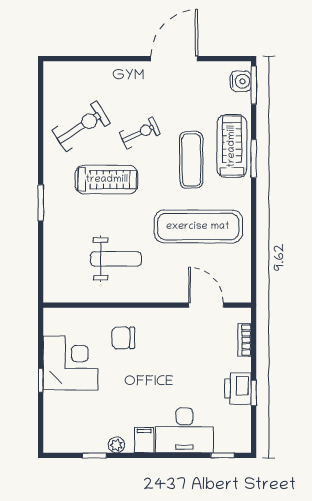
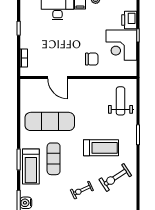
exercise bike: (140, 133) -> (82, 190), moved
treadmill: (107, 180) -> (101, 148), turned 180
weight bench: (116, 259) -> (121, 101), moved, turned 90
door: (206, 305) -> (58, 77), moved
printer: (238, 389) -> (129, 20), moved, turned 180

